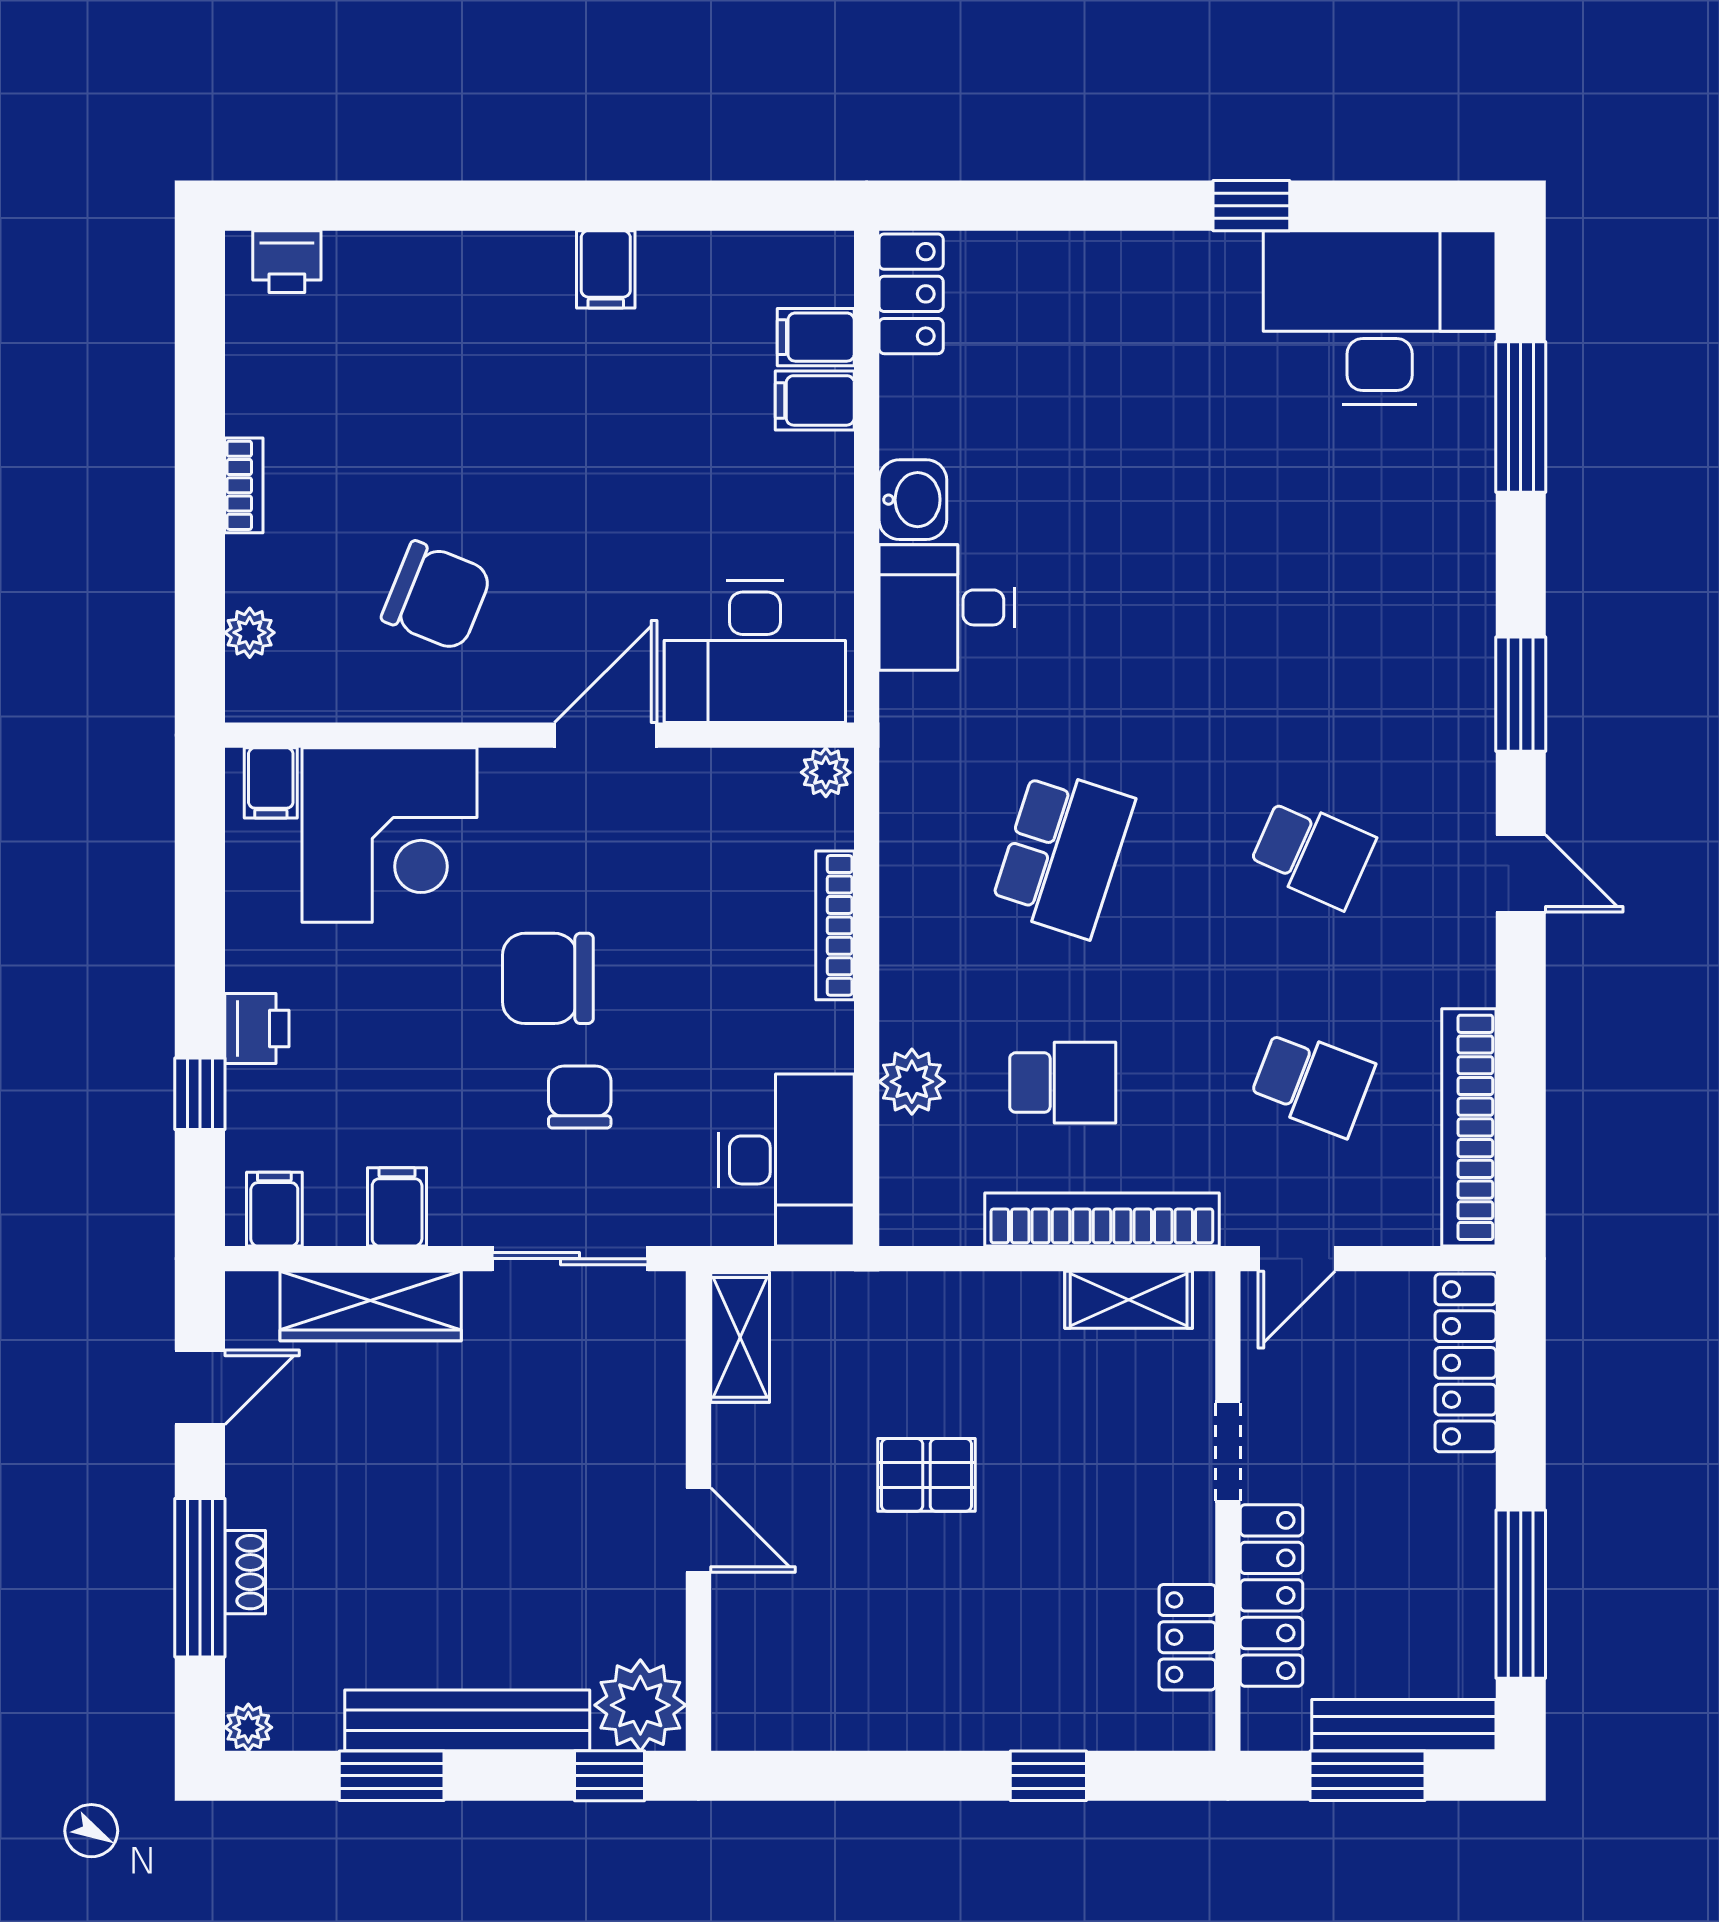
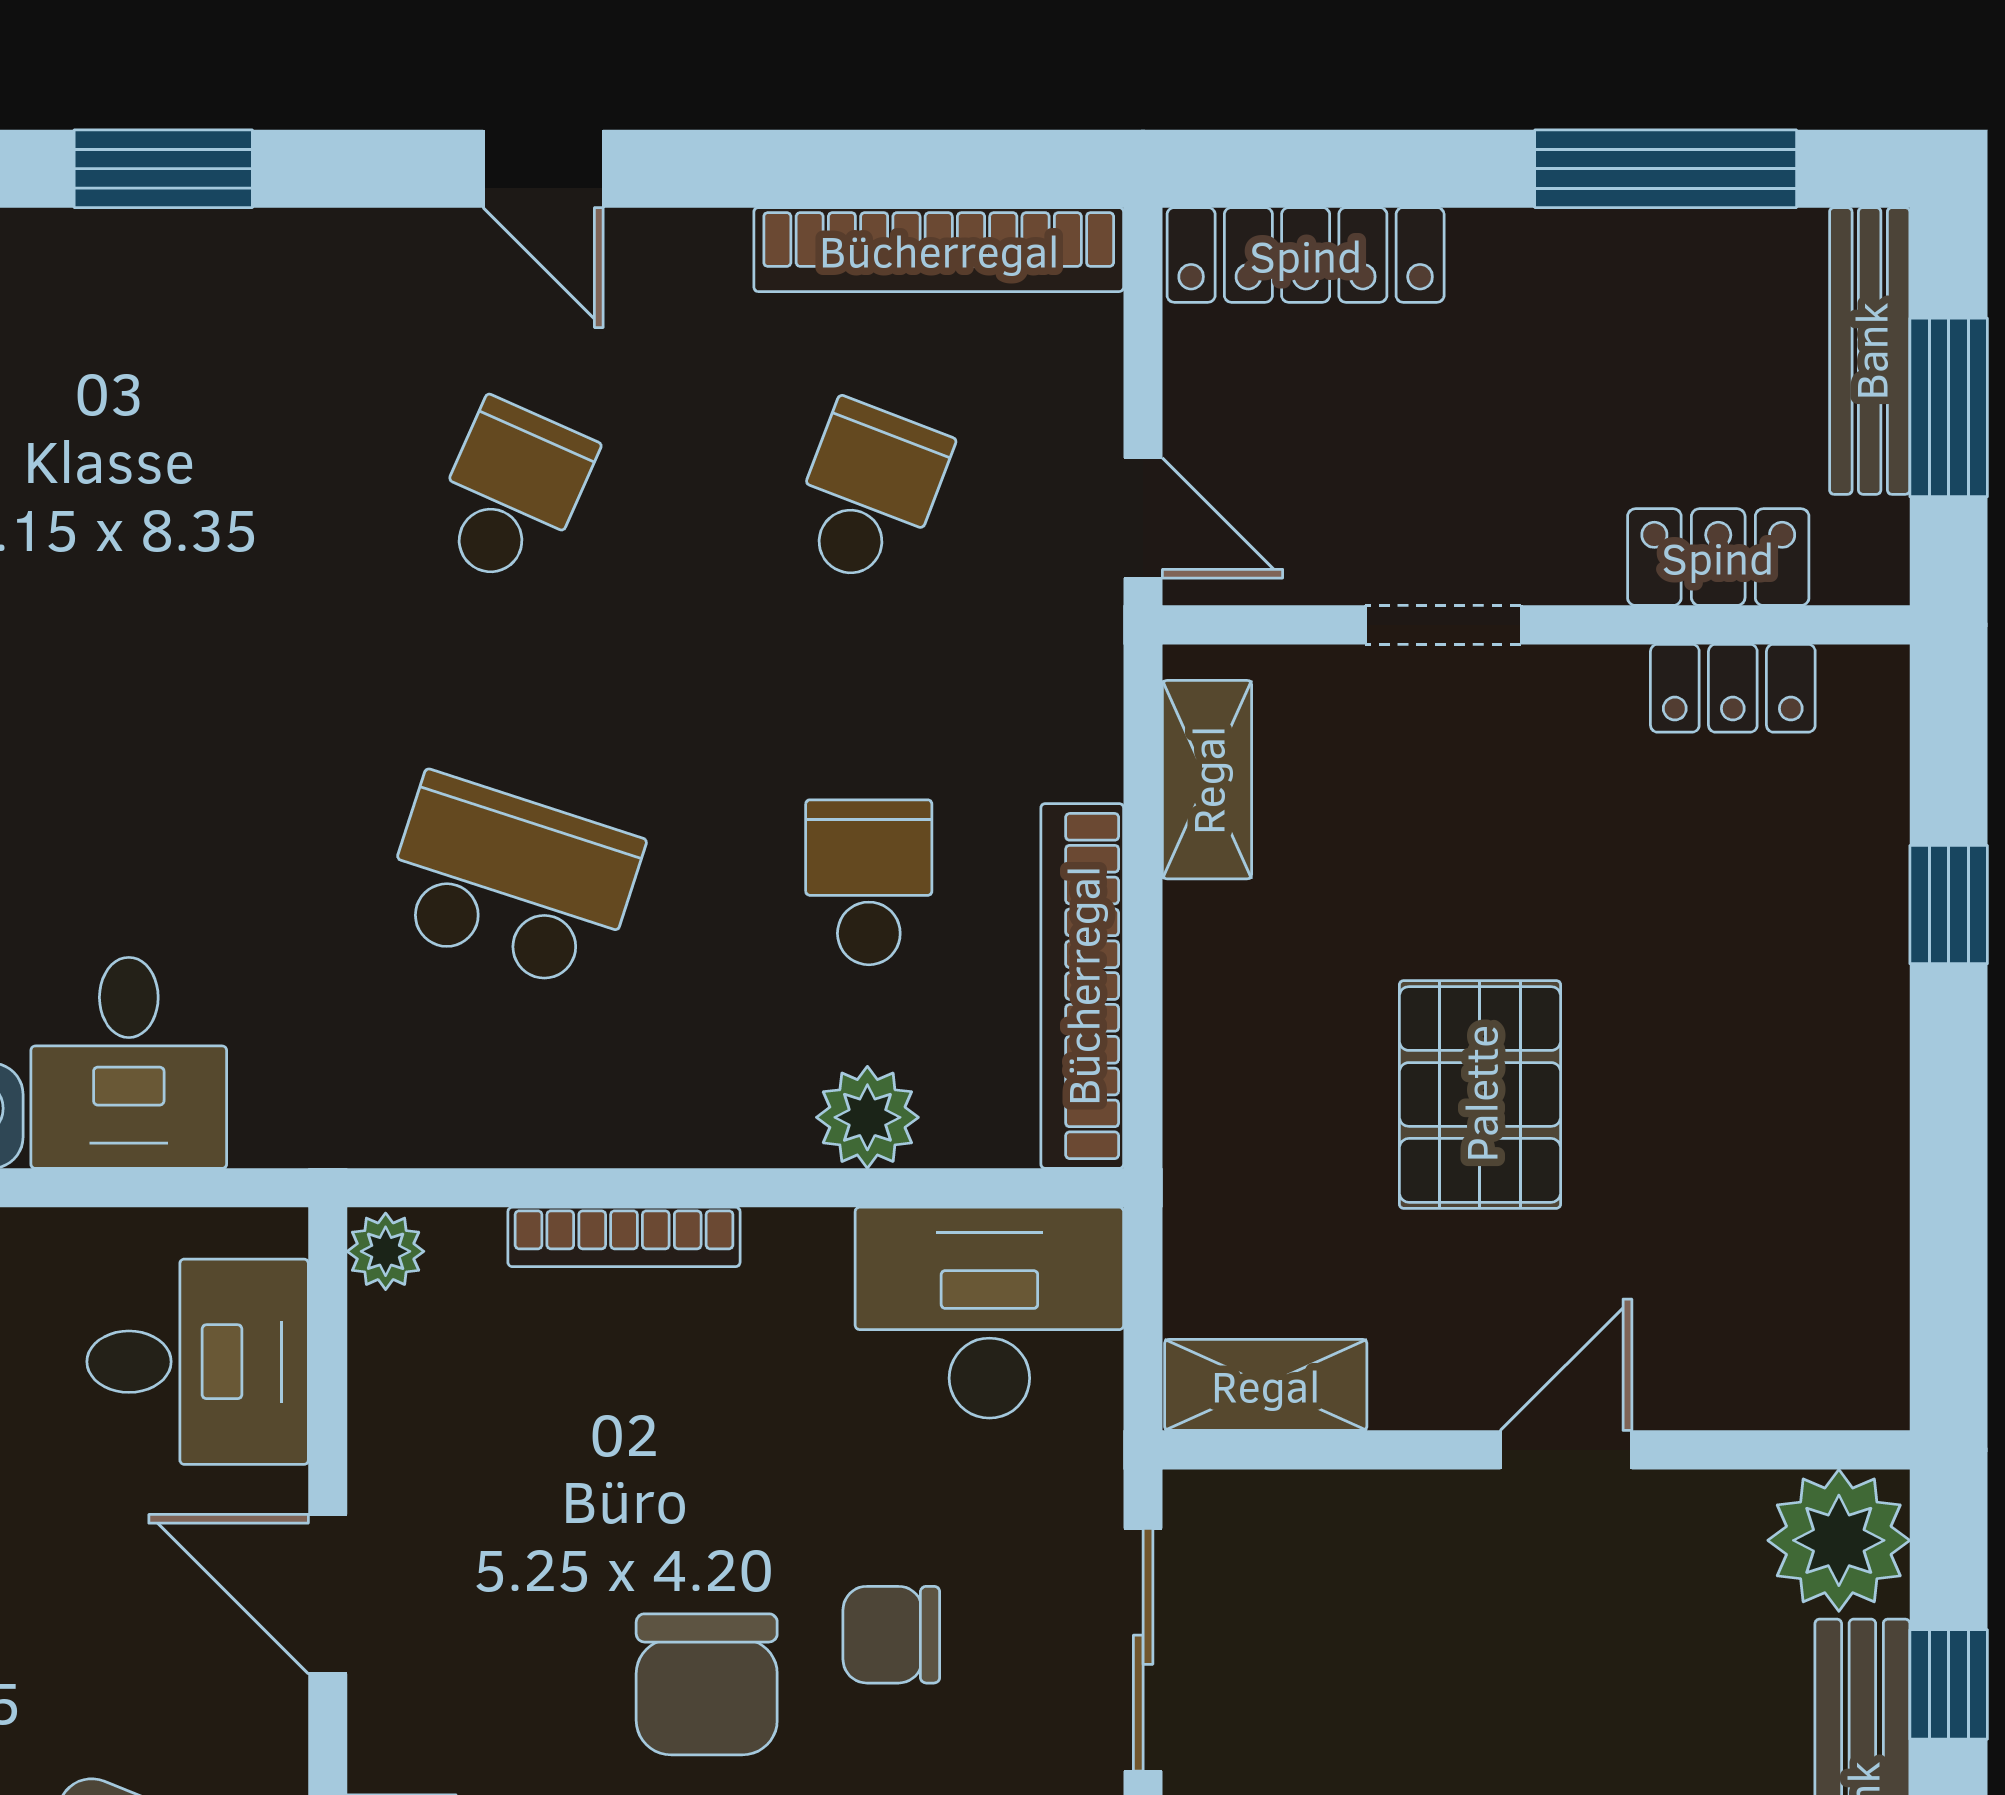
desk: (755, 652) -> (198, 1362), width x0.73
window: (1521, 694) -> (163, 169), moved
door: (1521, 873) -> (543, 169), swing flipped
bookcase: (1102, 1220) -> (1082, 986), moved
pallet: (927, 1475) -> (1480, 1094), width x1.50, depth x1.42
locker: (1271, 1595) -> (1718, 557), width x0.66
window: (609, 1776) -> (1949, 1684), moved

